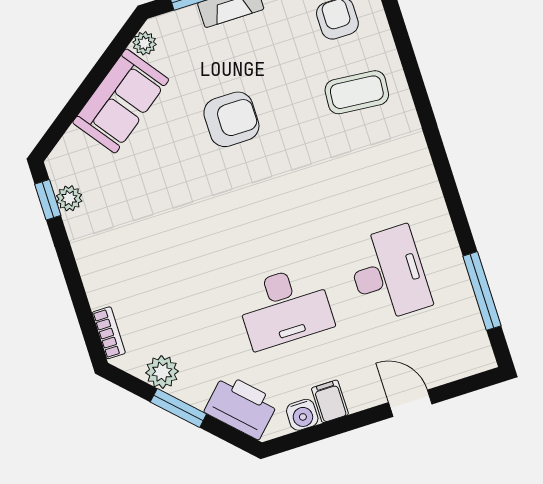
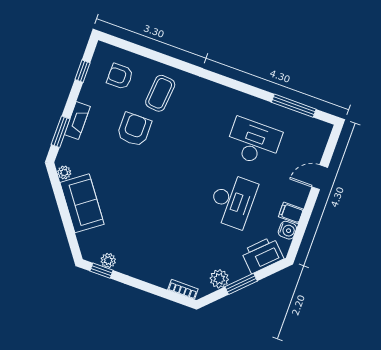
armchair: (231, 119) -> (134, 129), moved

